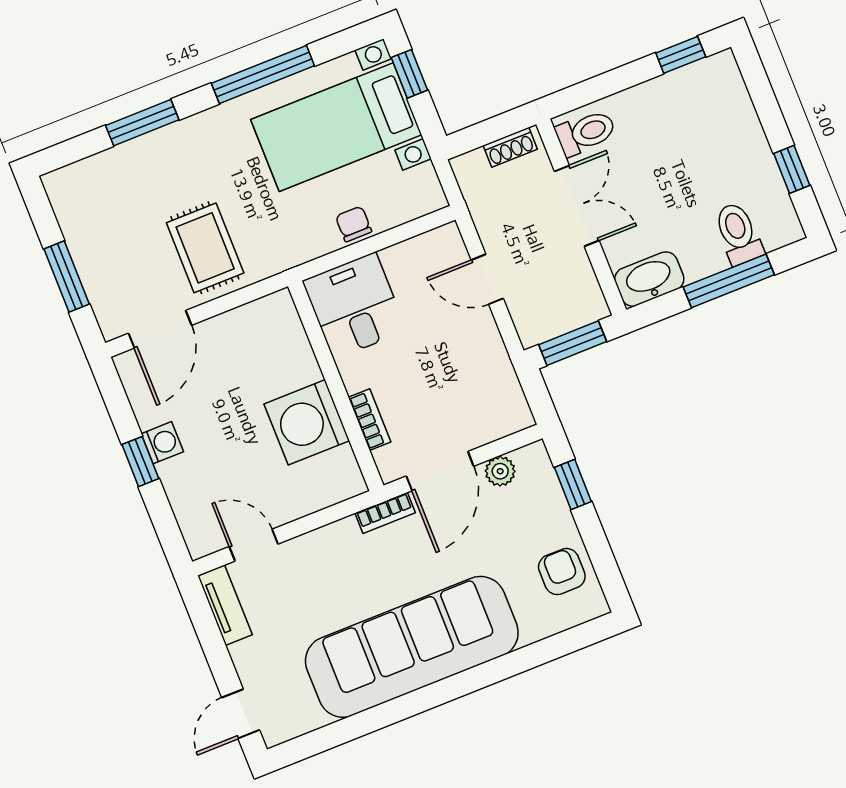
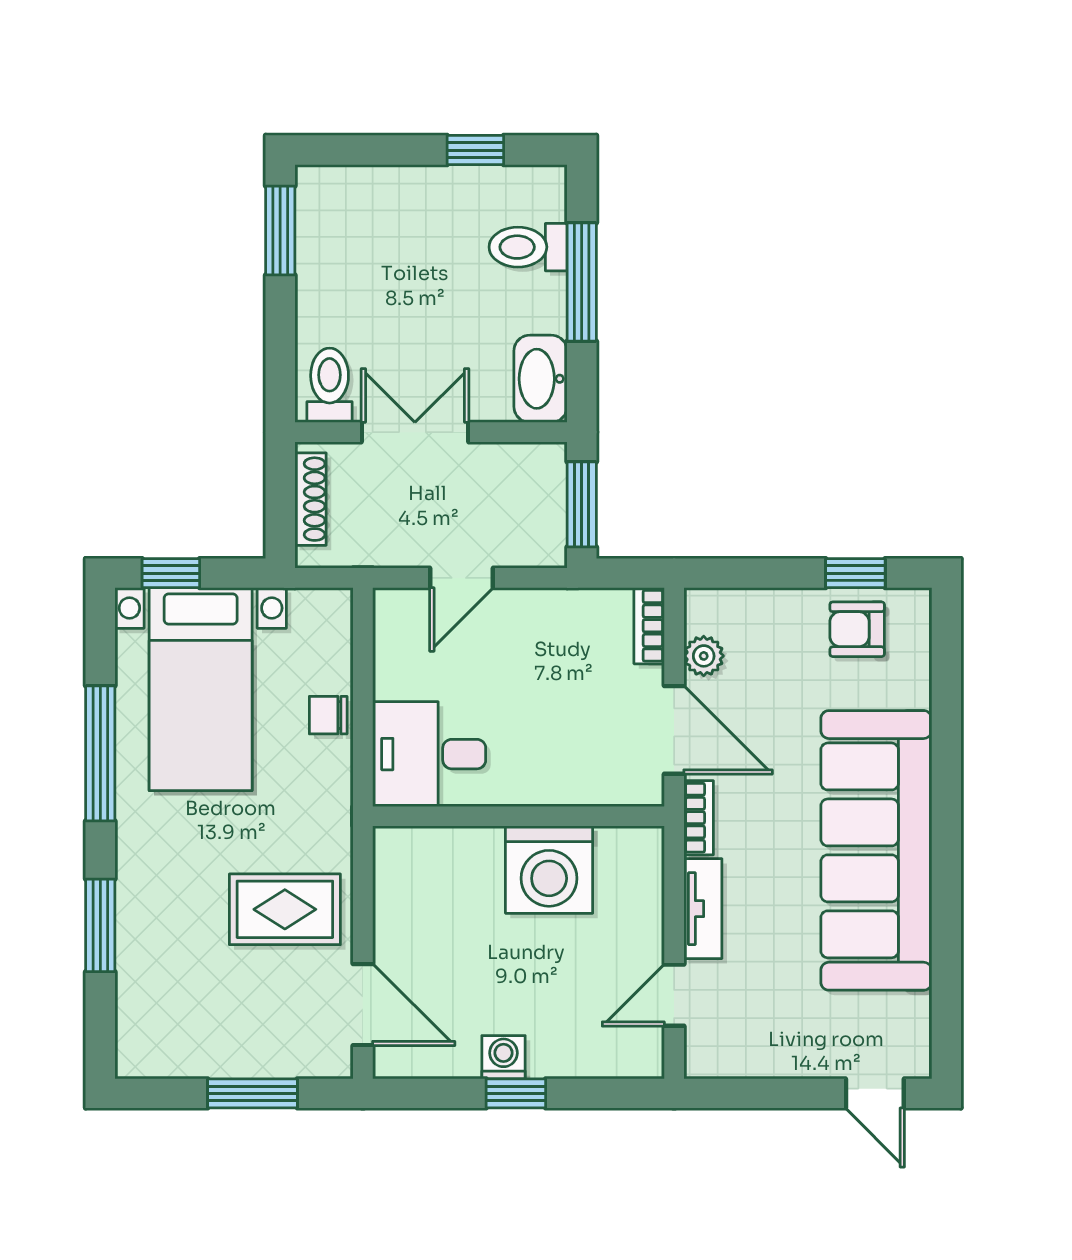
window: (681, 55) -> (280, 230), width x1.50
shoe rack: (510, 147) -> (311, 499), width x1.43
bookcase: (370, 420) -> (649, 626), moved, turned -90
window: (573, 484) -> (855, 573), moved
tv unit: (225, 605) -> (703, 909), moved, turned 90

